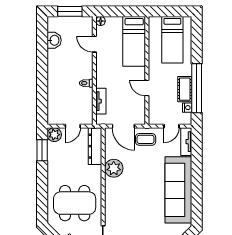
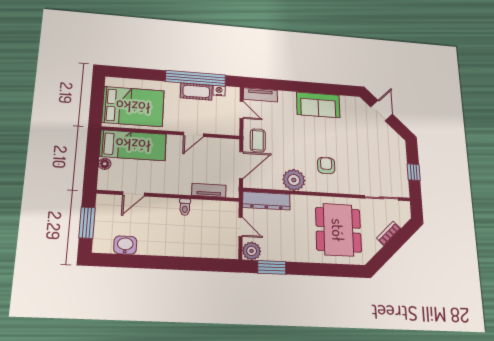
floor lamp: (101, 21) -> (105, 164), moved
bed: (172, 40) -> (133, 107), width x1.50
sofa: (178, 190) -> (318, 105), width x0.54, depth x0.79
armchair: (128, 195) -> (326, 166), added

